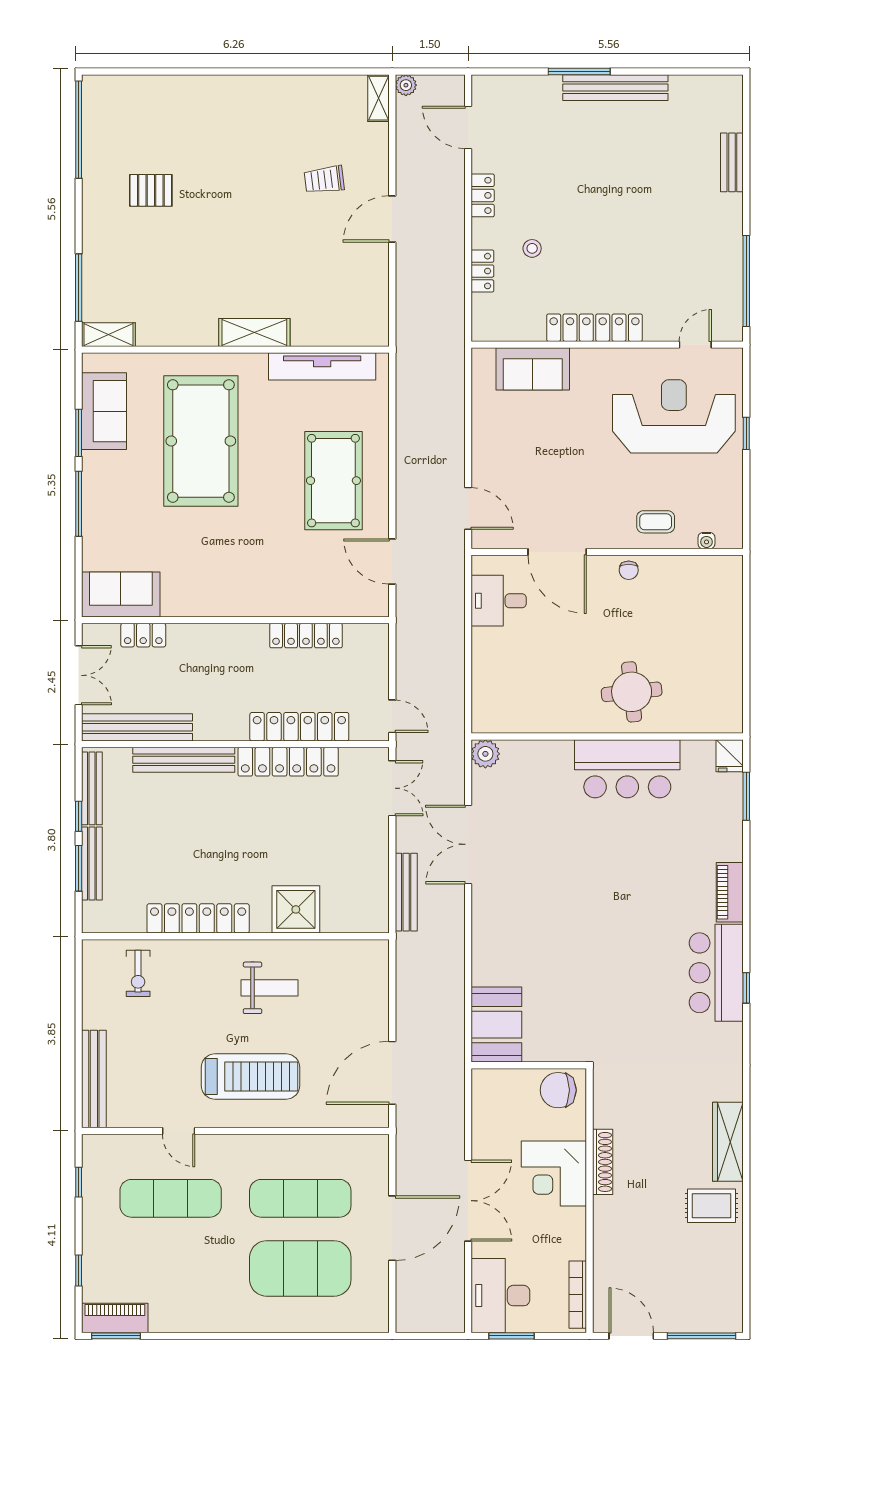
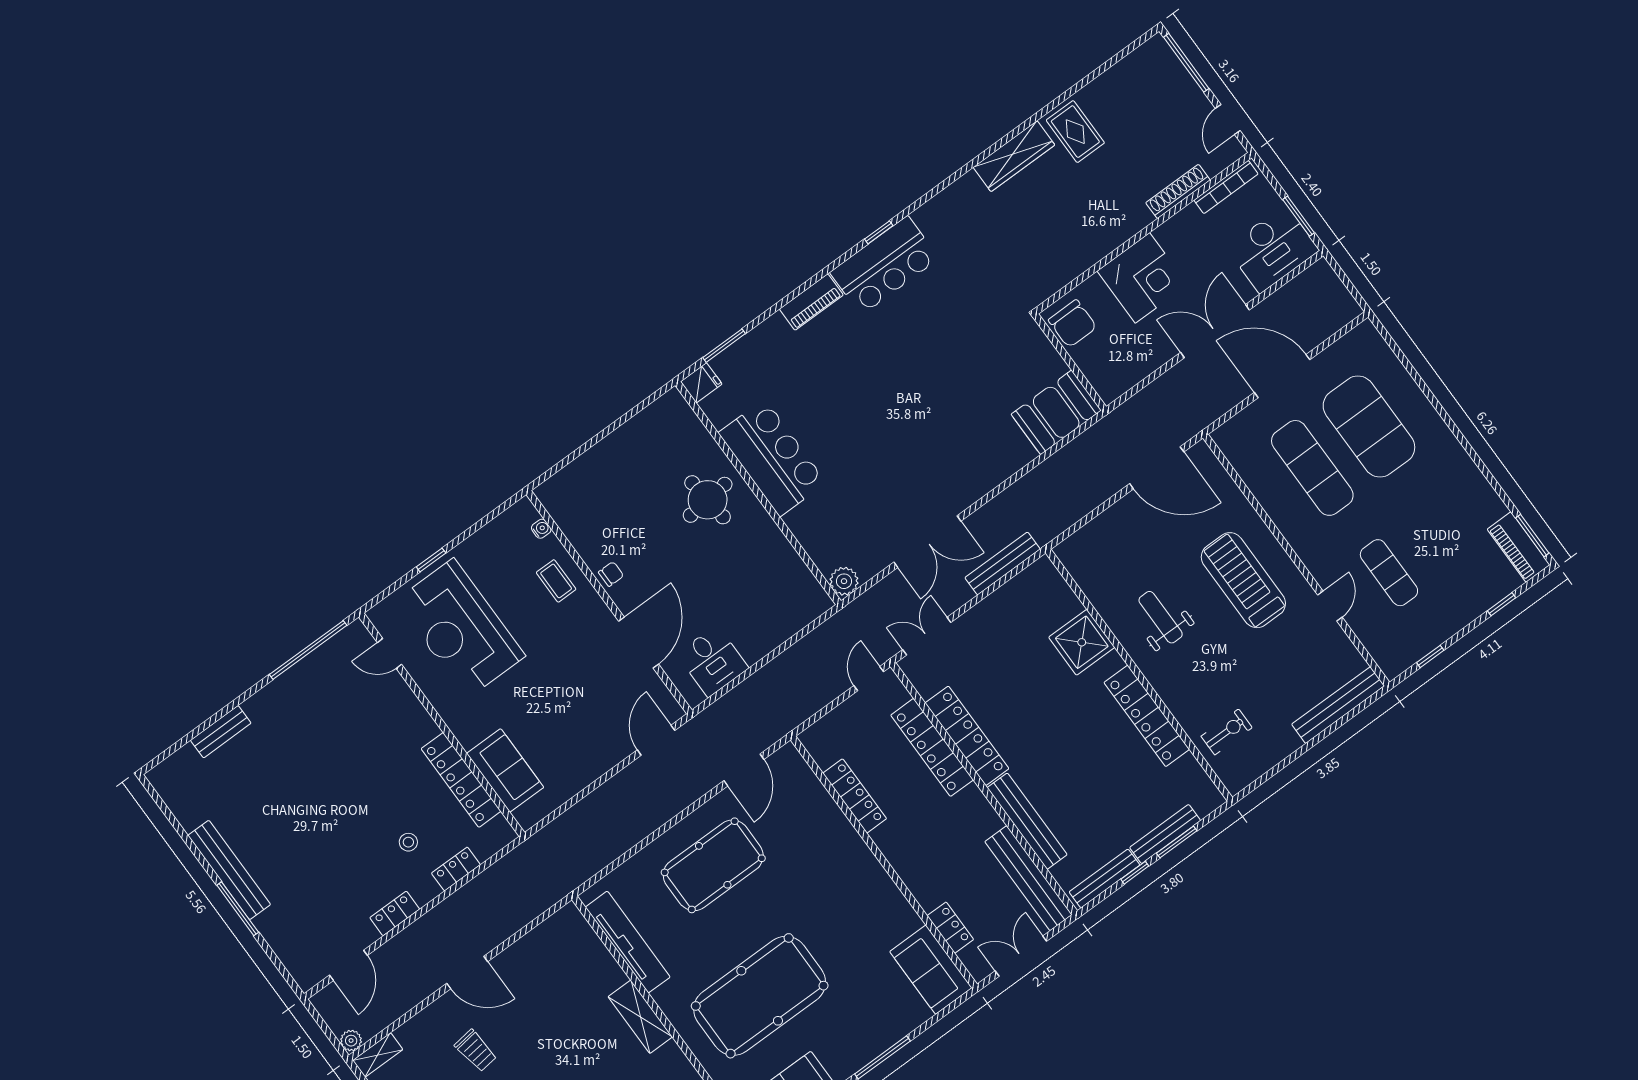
locker: (595, 328) -> (461, 780), moved
shoe rack: (603, 1162) -> (1178, 191), moved
exercise mat: (171, 1198) -> (1389, 573), width x0.73, depth x0.69
door: (631, 1336) -> (1228, 119), width x0.73

